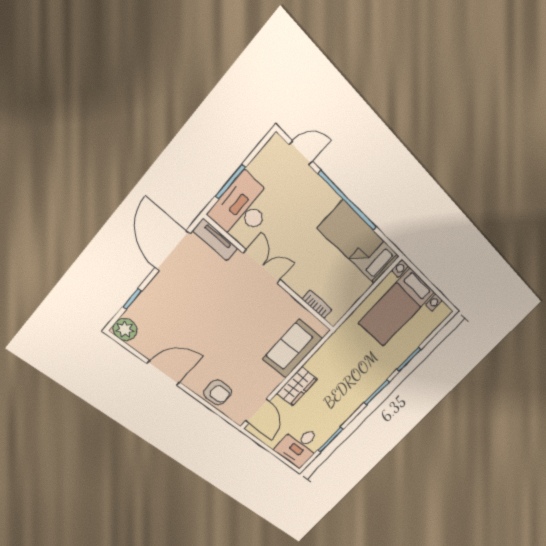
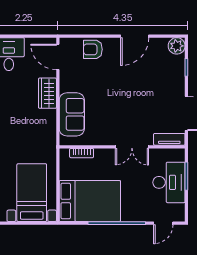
desk: (243, 208) -> (169, 182), moved
bed: (359, 243) -> (90, 201), width x1.50

